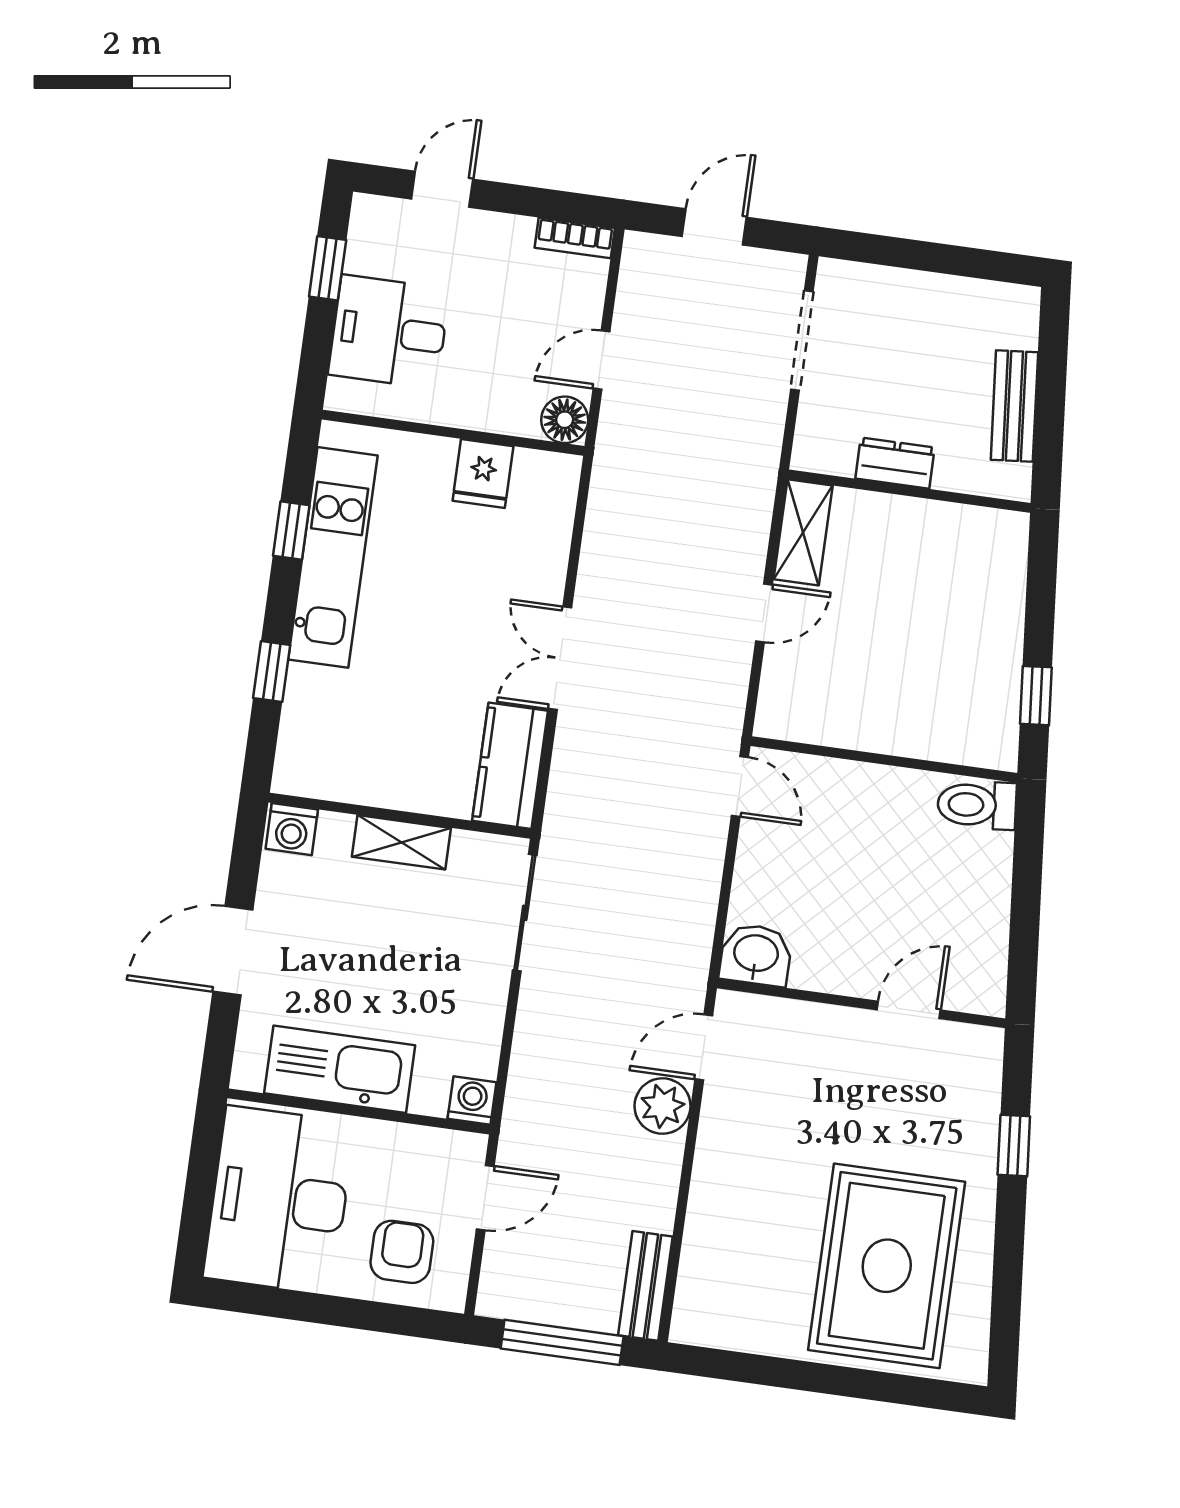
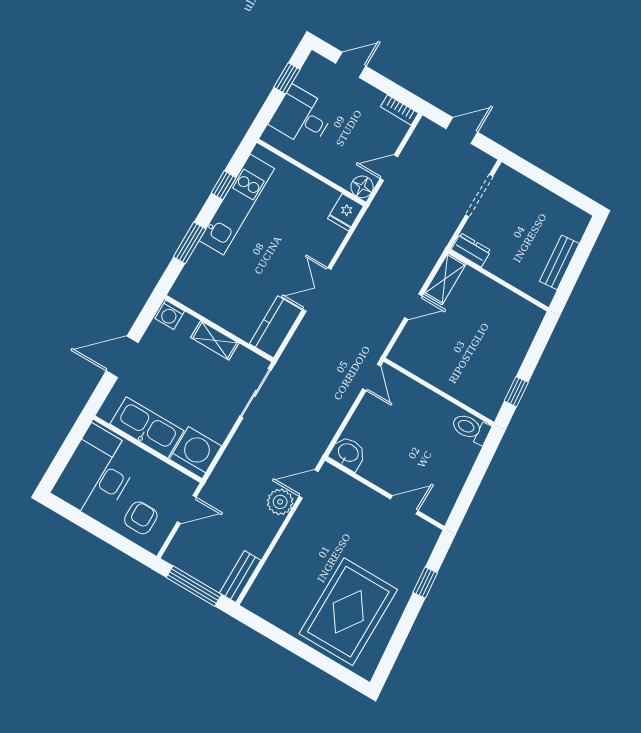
dresser: (895, 463) -> (471, 250), moved
fridge: (483, 474) -> (345, 212), moved
window: (272, 672) -> (190, 243), width x1.50
washing machine: (472, 1100) -> (195, 453), width x1.89, depth x1.89

